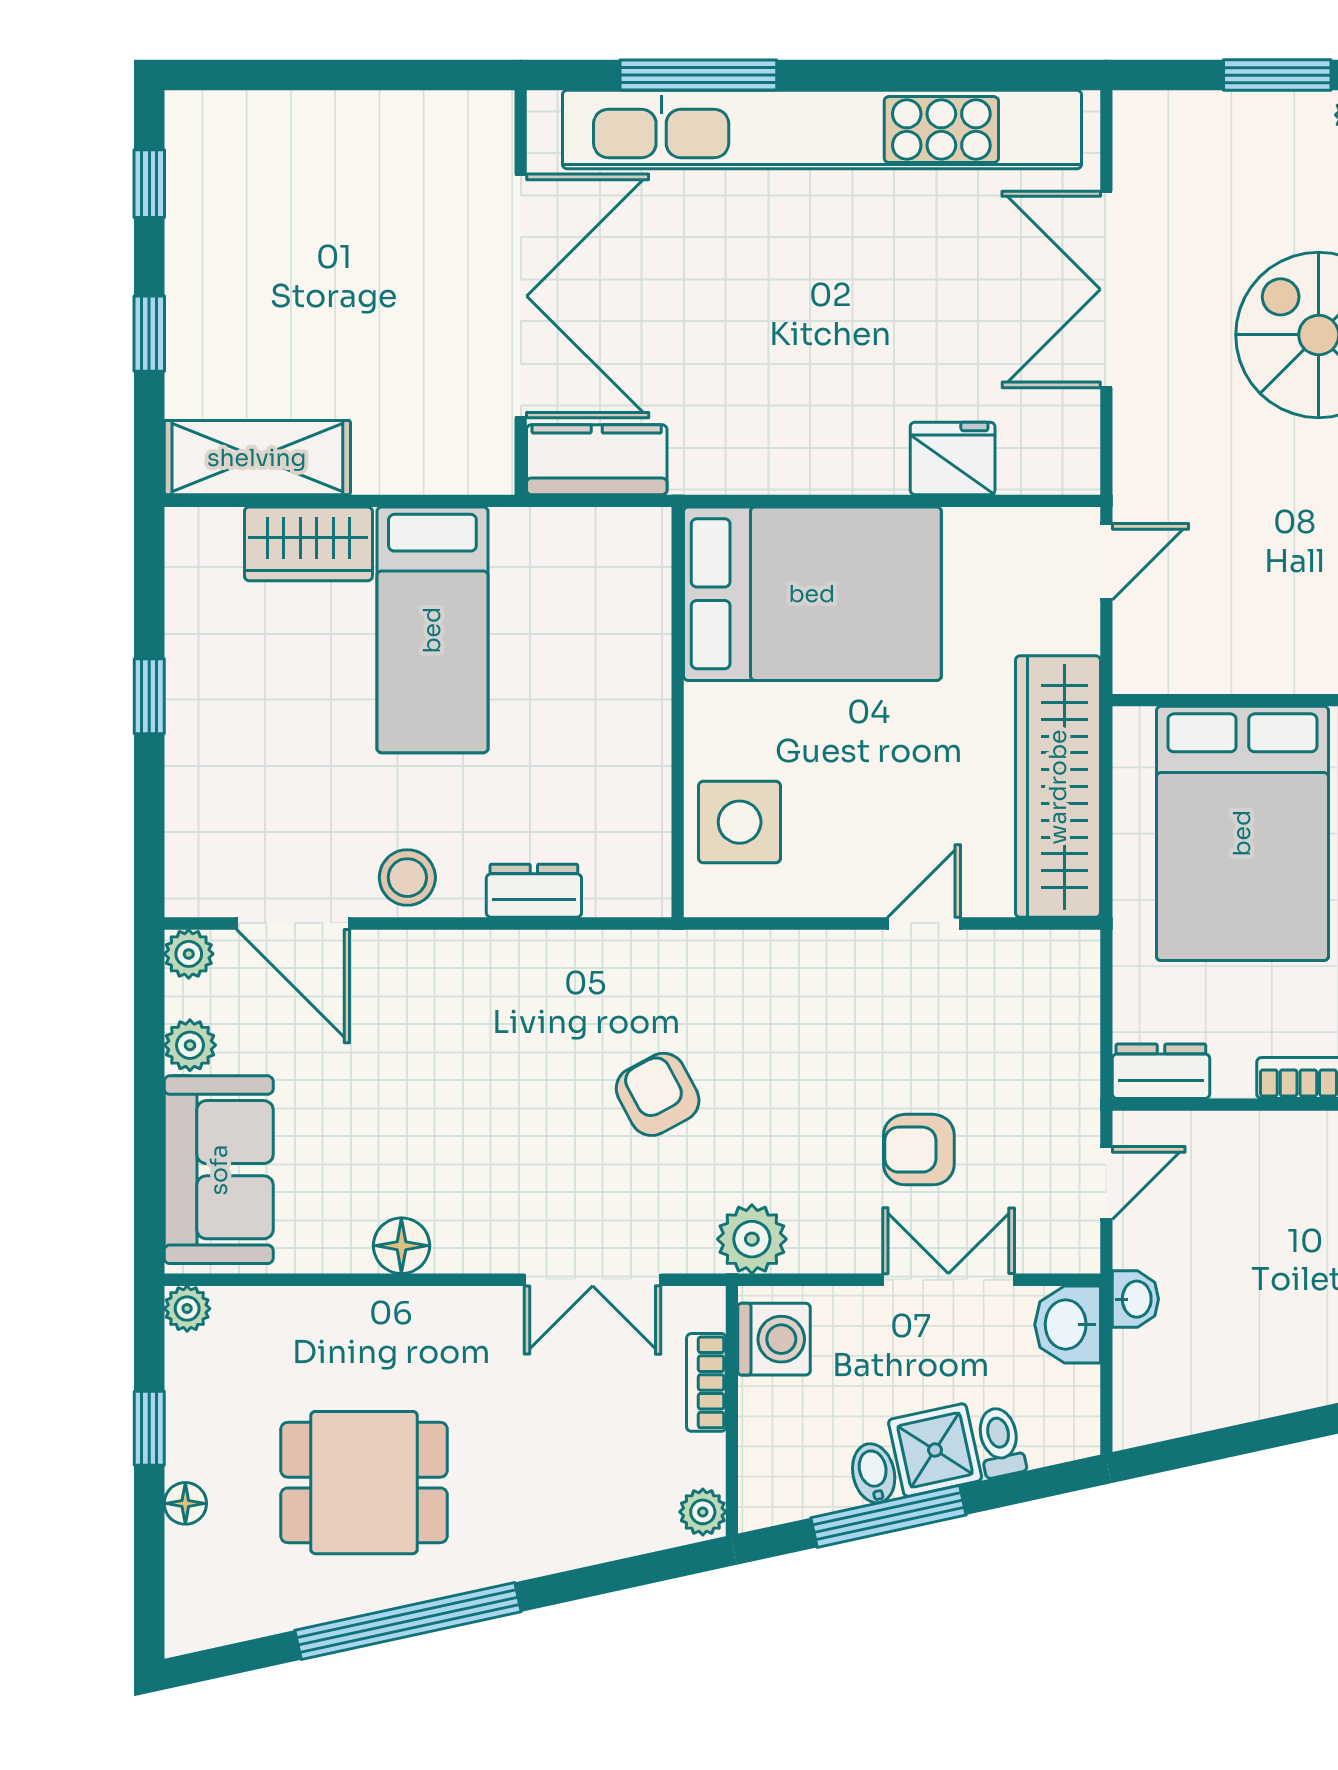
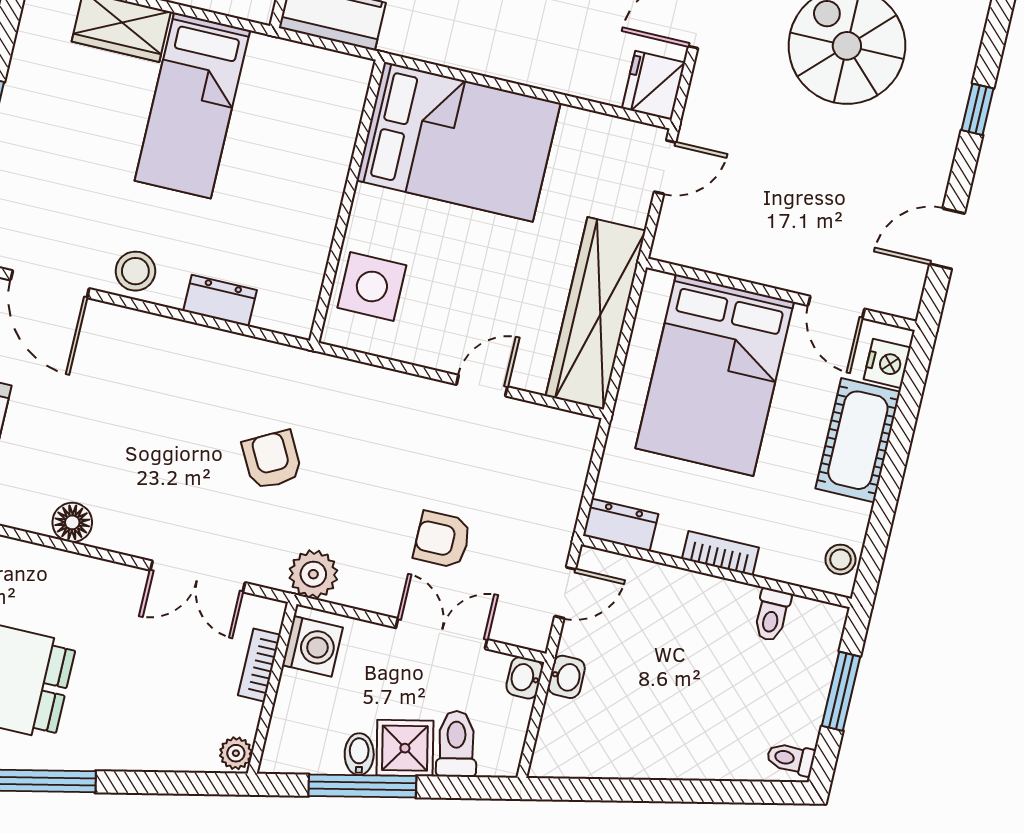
fridge: (953, 458) -> (654, 85), moved, turned -90
washbasin: (1068, 1324) -> (525, 678), width x0.72, depth x0.69
toilet: (1000, 1442) -> (456, 744), width x1.37, depth x1.39

